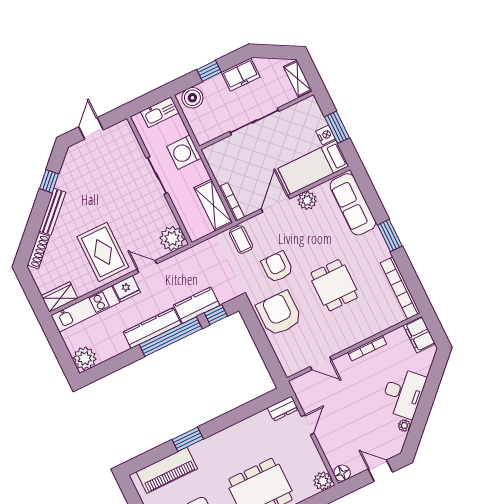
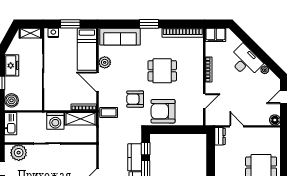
nightstand: (326, 135) -> (53, 33), moved
washing machine: (184, 152) -> (55, 121), moved
plant: (172, 239) -> (19, 153), moved
plant: (323, 481) -> (274, 134), removed

